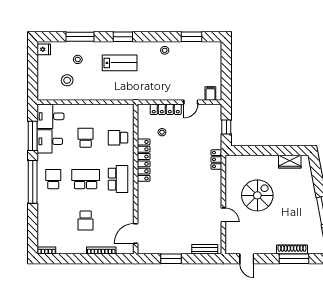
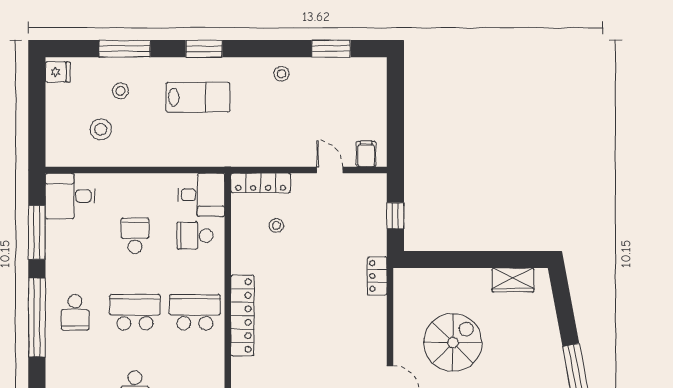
door: (191, 102) -> (330, 170), swing flipped
locker: (166, 109) -> (261, 183), moved
desk: (50, 141) -> (201, 195), moved, turned 180
locker: (144, 160) -> (242, 316), moved
school desk: (53, 179) -> (75, 312), turned 180
school desk: (118, 179) -> (195, 312), turned -90

